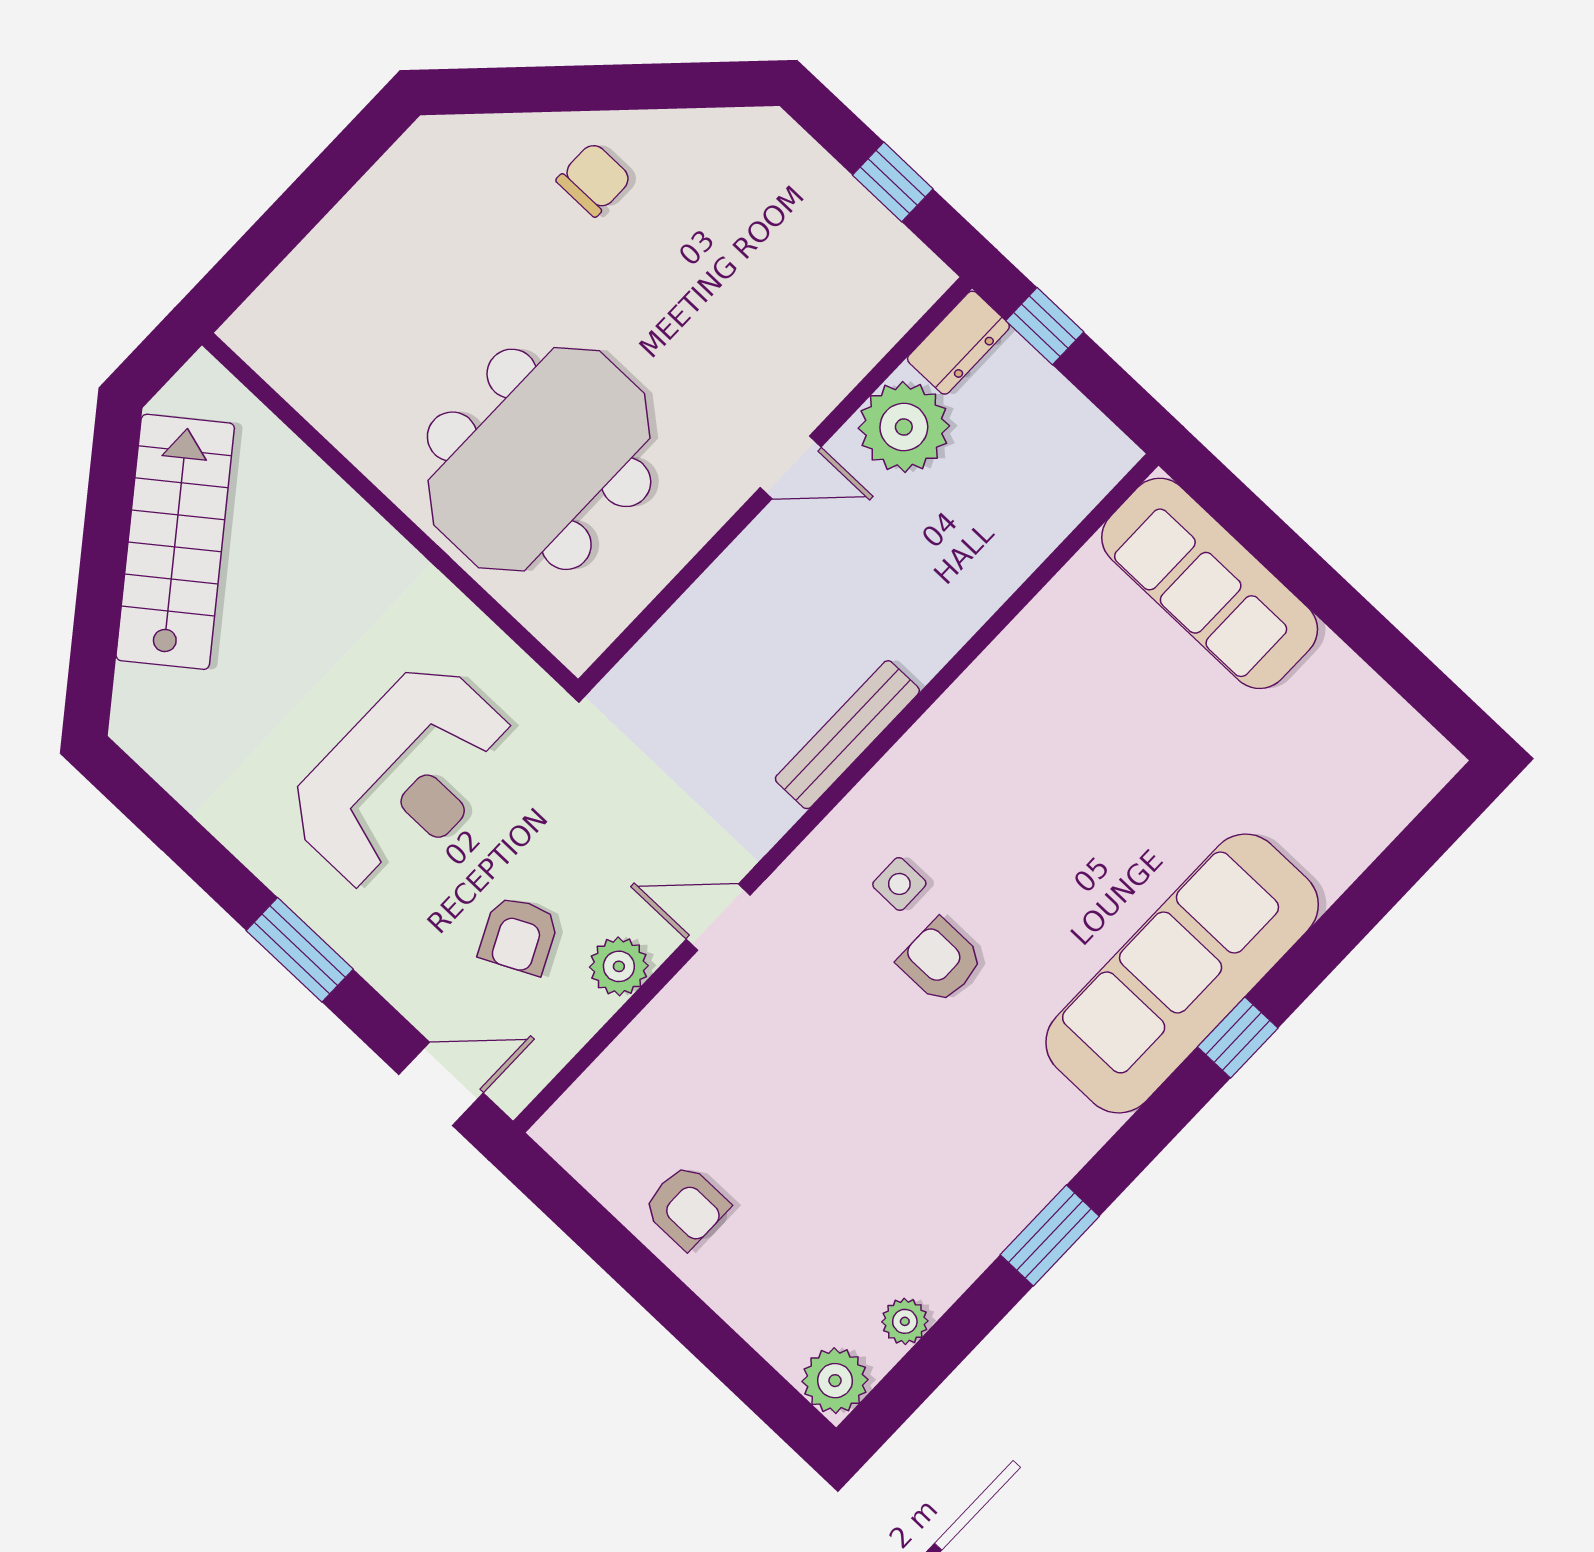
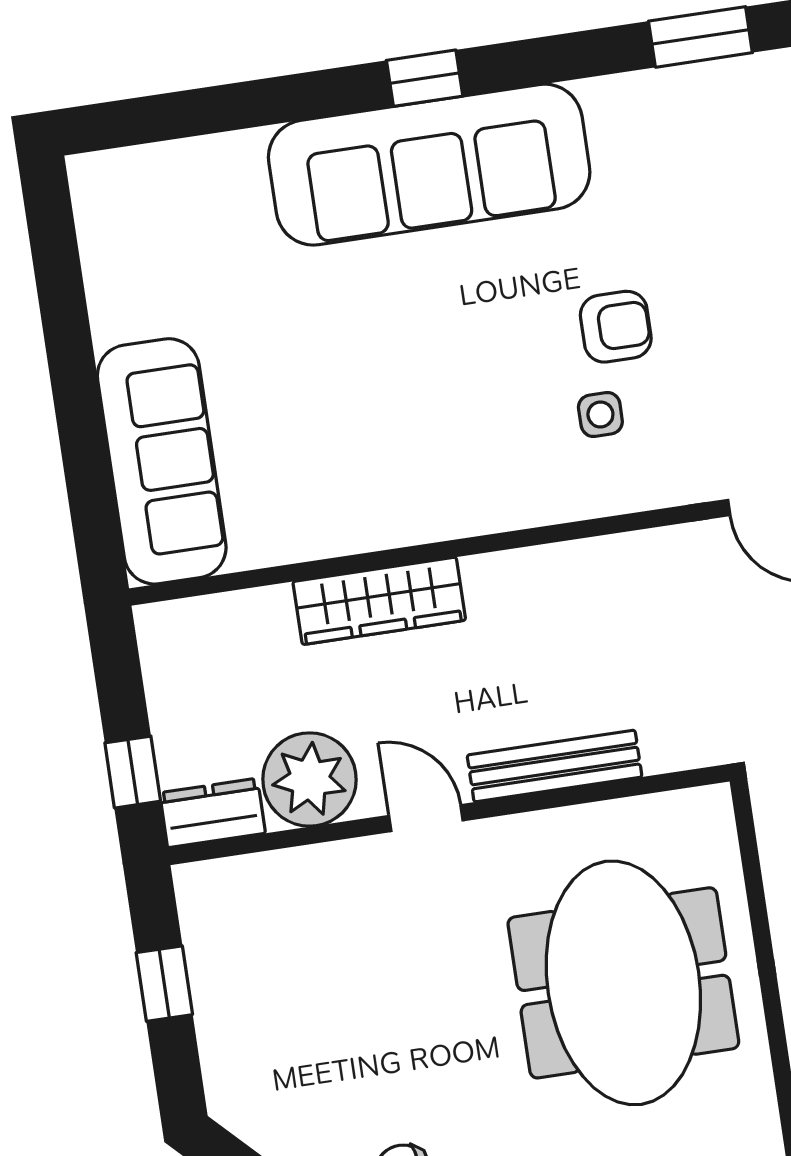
meeting table: (539, 459) -> (623, 983), turned 90
wardrobe: (958, 607) -> (379, 601), added
bench: (847, 735) -> (555, 766), moved
armchair: (940, 961) -> (616, 327), turned -90

